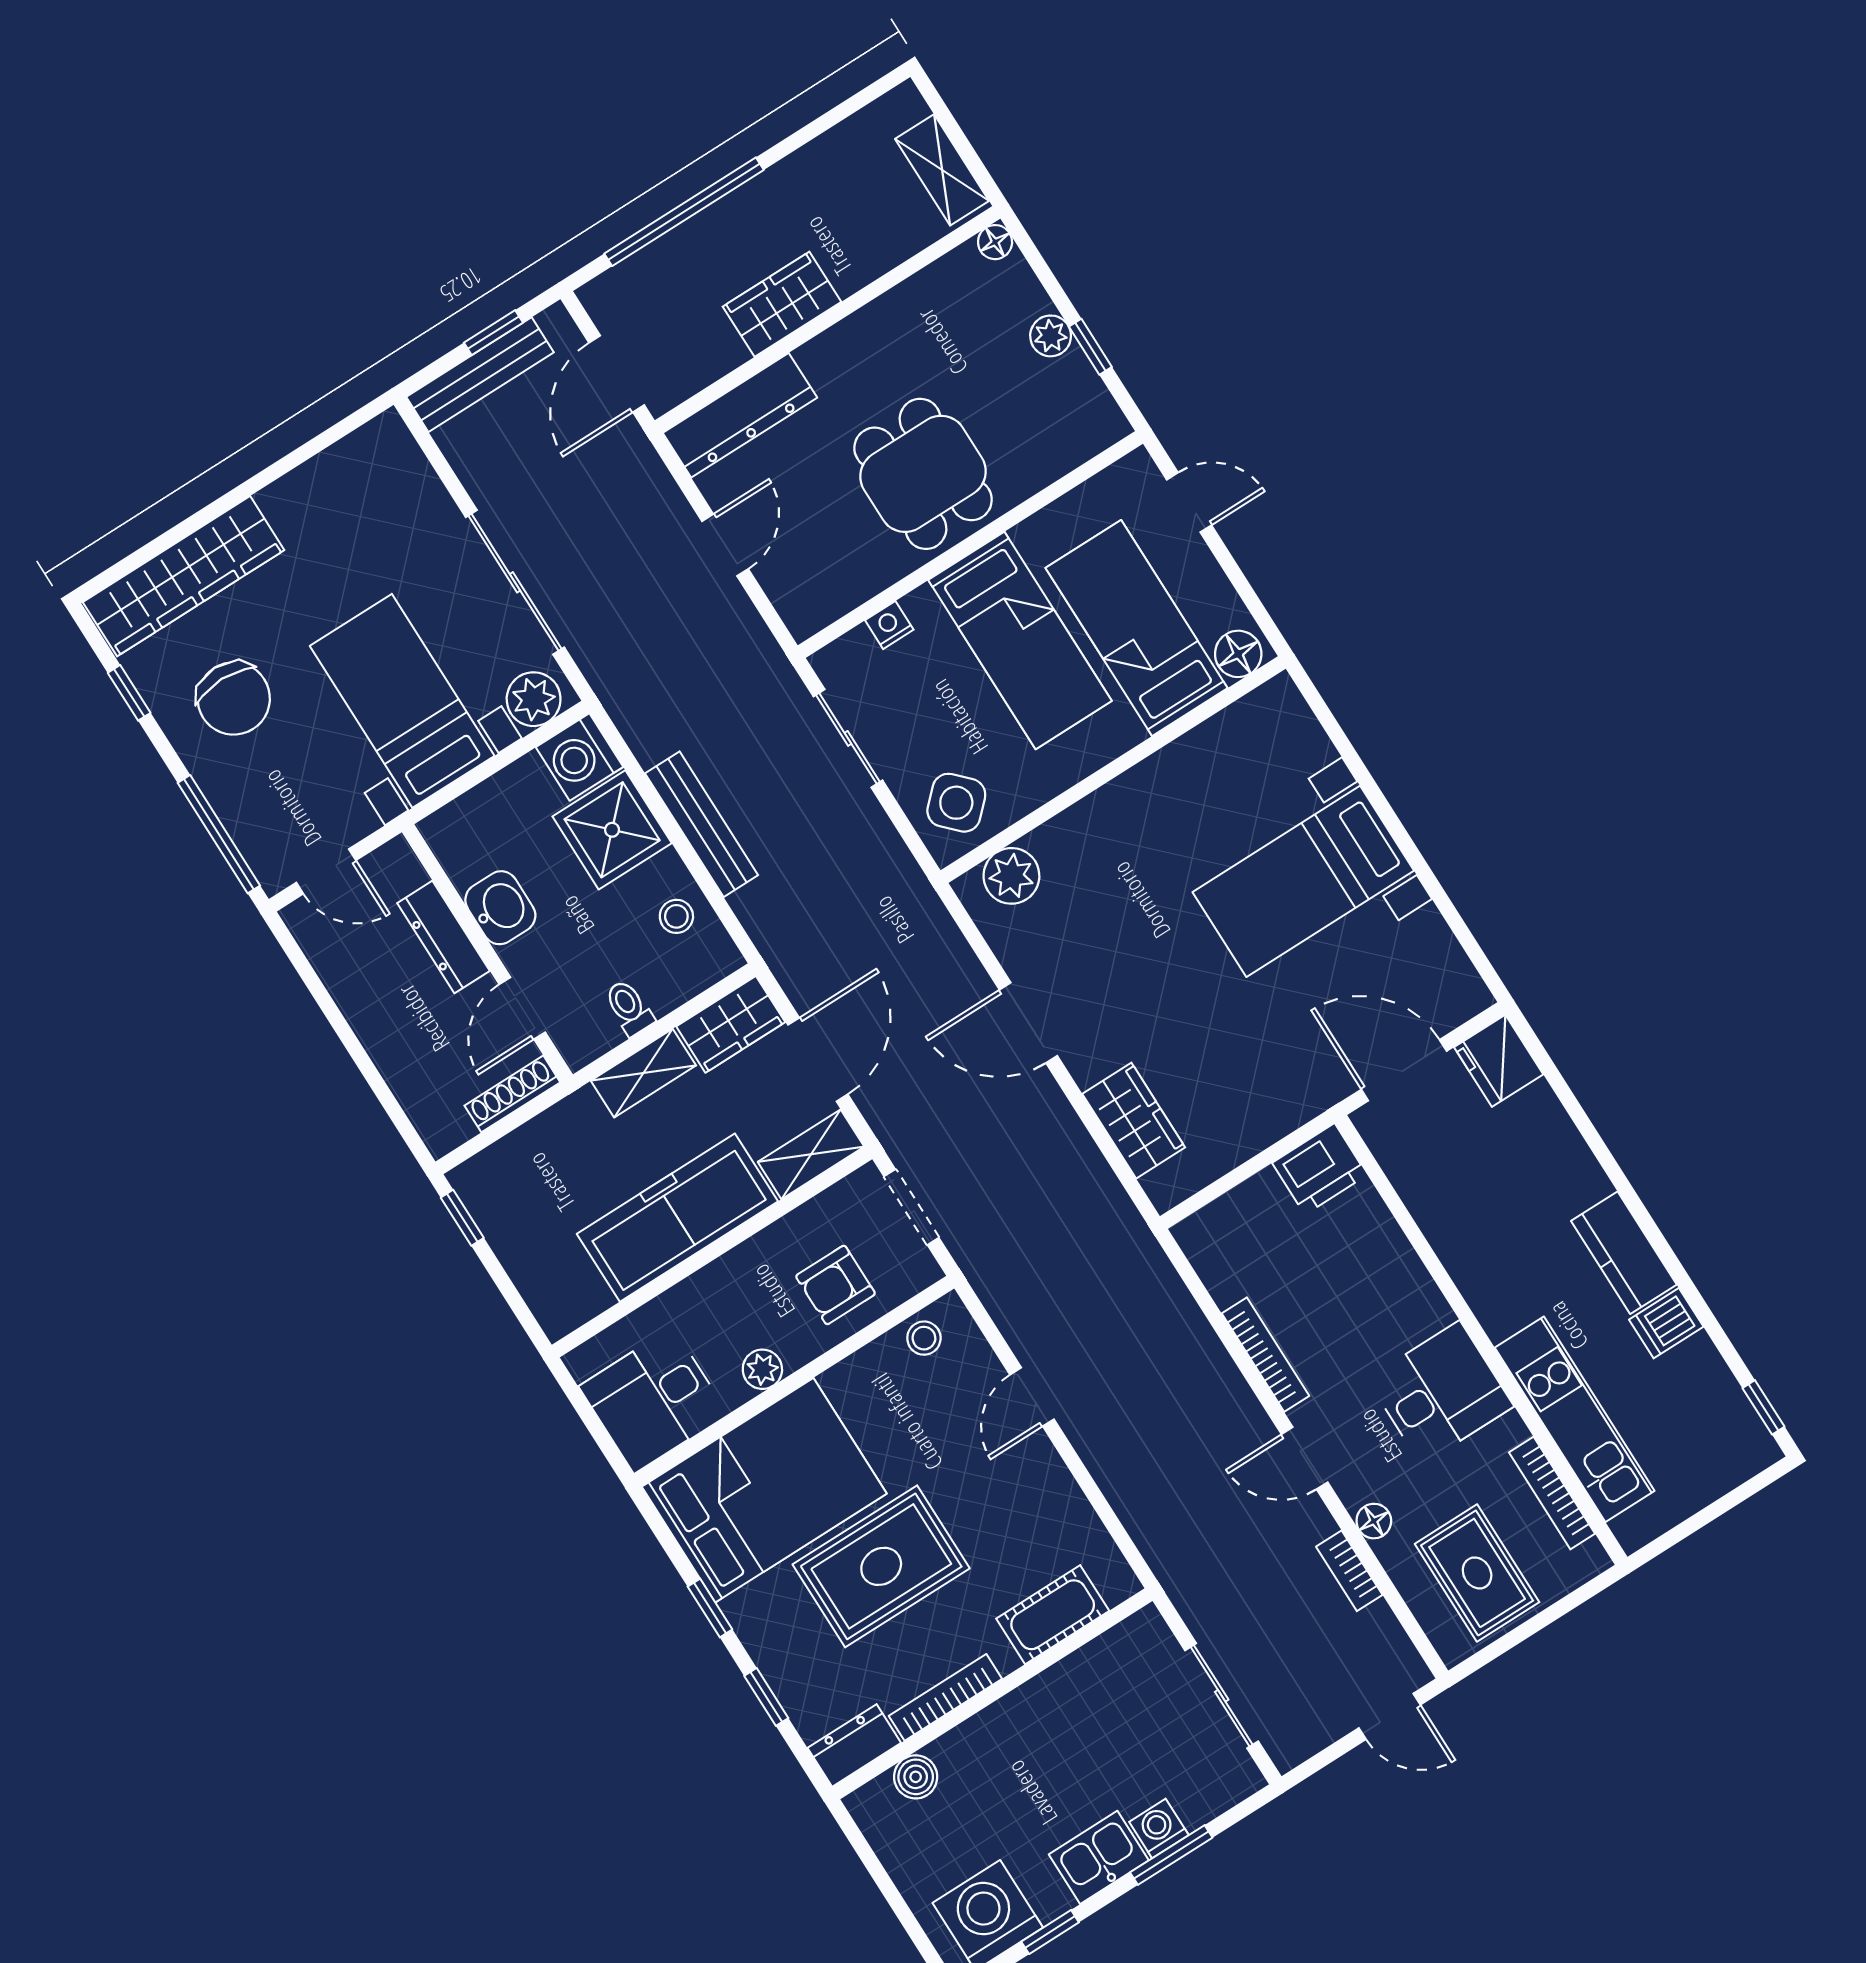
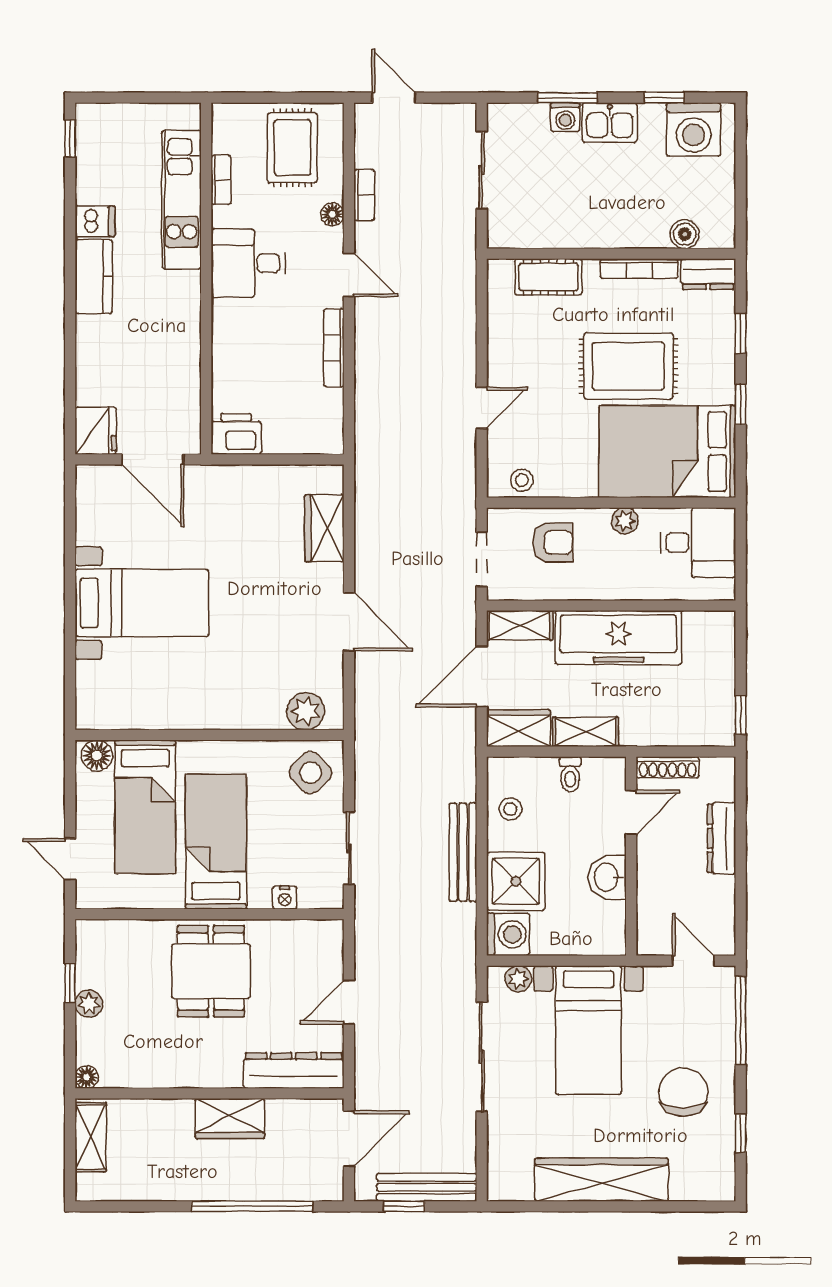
wardrobe: (184, 576) -> (601, 1180), moved
plant: (534, 699) -> (518, 979), width x0.73, depth x0.73
dresser: (443, 937) -> (722, 838), moved, turned 180
bookcase: (1552, 1493) -> (221, 180), width x0.64

